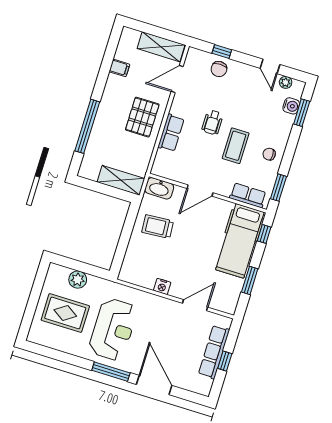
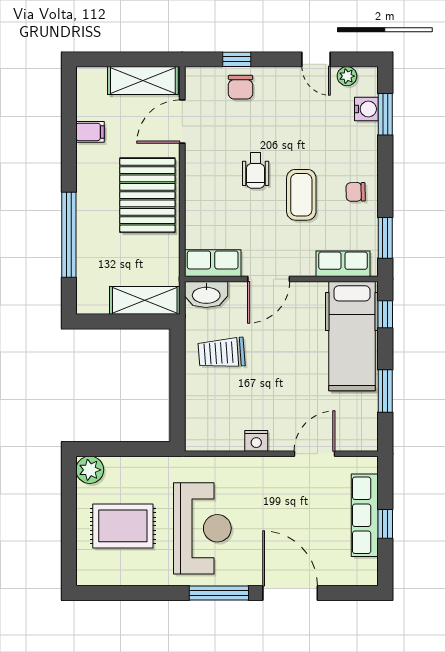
pallet: (142, 117) -> (147, 195), width x1.37, depth x1.41
row of seats: (171, 133) -> (213, 263), moved, turned -90
plant: (78, 280) -> (90, 470), moved

